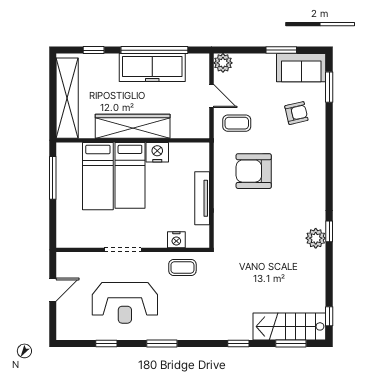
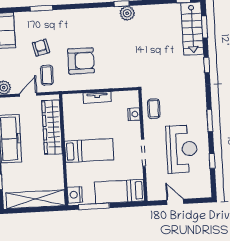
window: (329, 87) -> (41, 8), moved
armchair: (296, 113) -> (41, 48), moved
wardrobe: (133, 126) -> (52, 127), moved
nightstand: (157, 152) -> (75, 195), moved
armchair: (254, 171) -> (81, 61), turned -90
bed: (98, 176) -> (120, 191), moved, turned 180
tv unit: (202, 198) -> (97, 97), width x0.71

